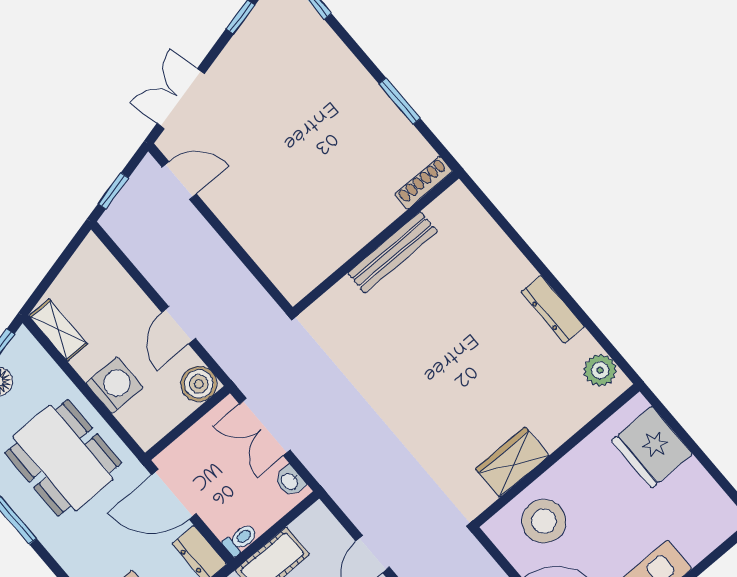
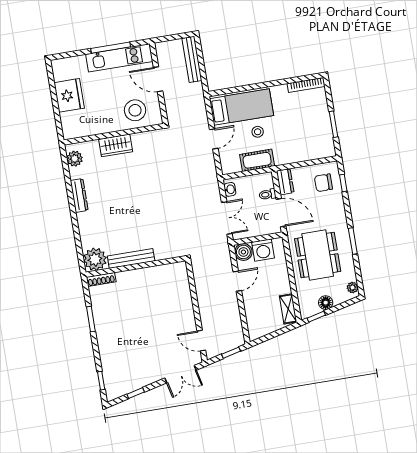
plant: (456, 212) -> (95, 259), added
washing machine: (115, 385) -> (263, 250), moved, turned -90
fridge: (652, 447) -> (69, 95), moved
wardrobe: (512, 462) -> (116, 145), moved
toilet: (240, 539) -> (267, 194), moved

